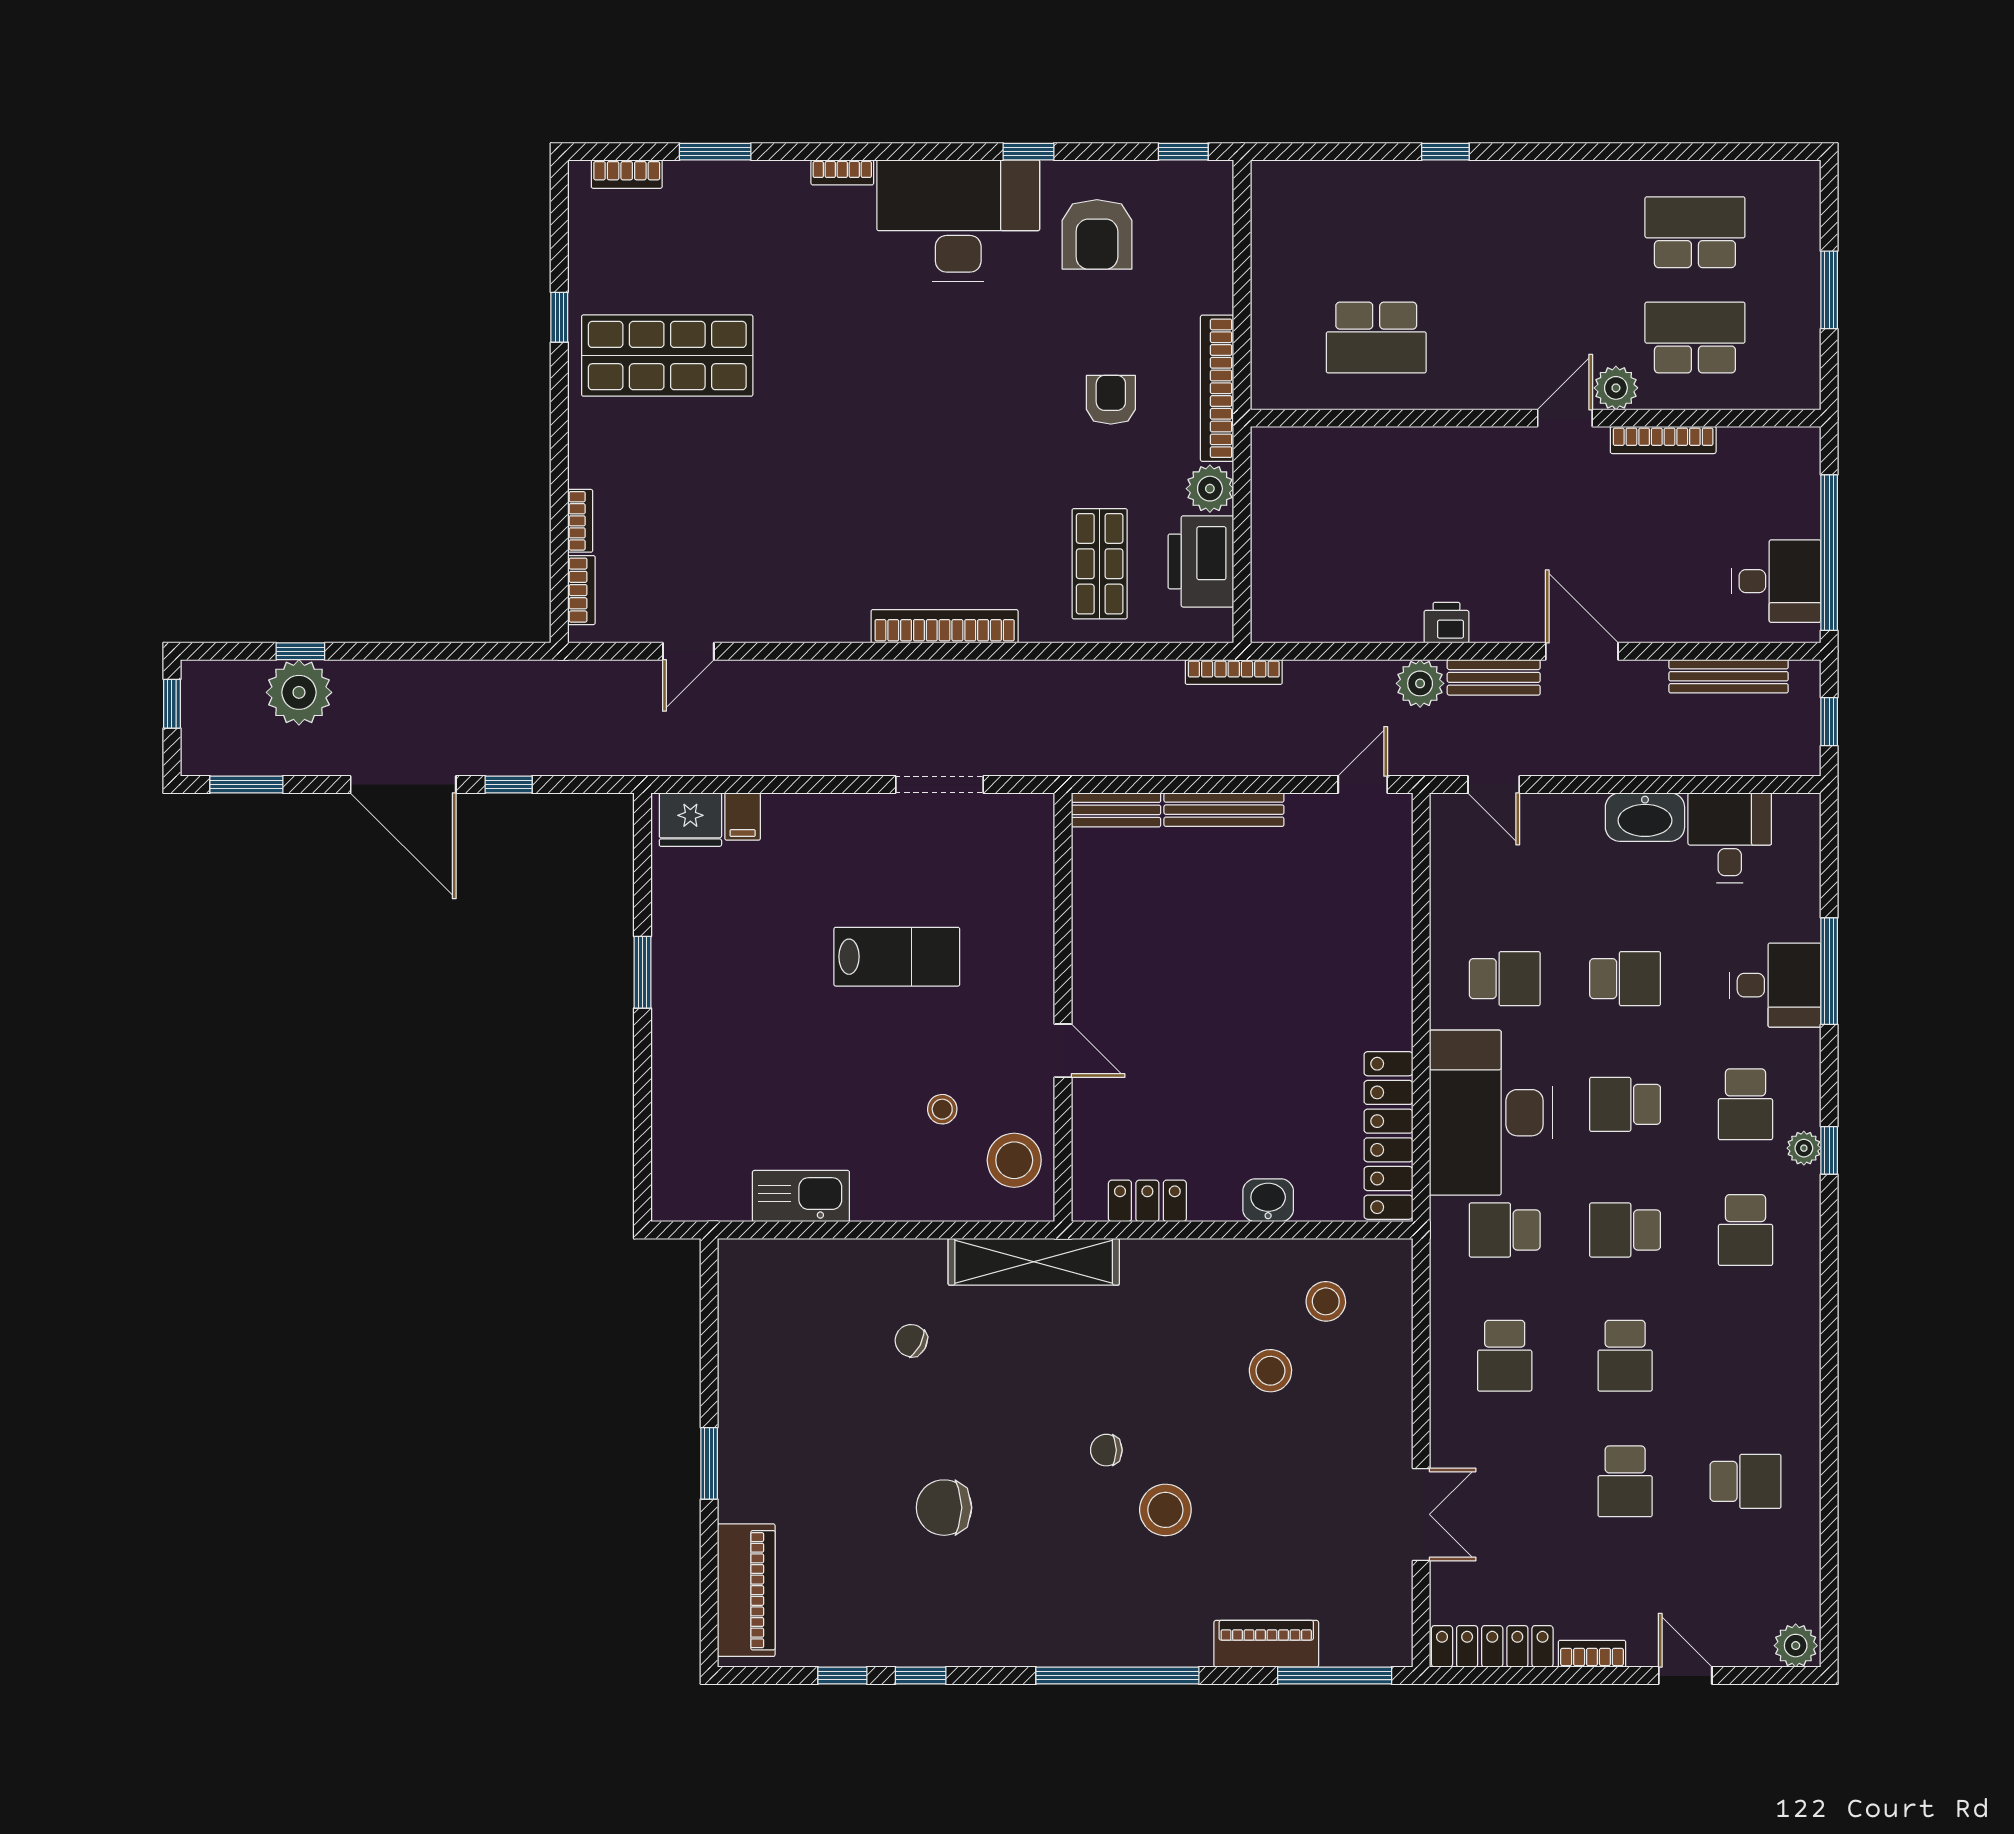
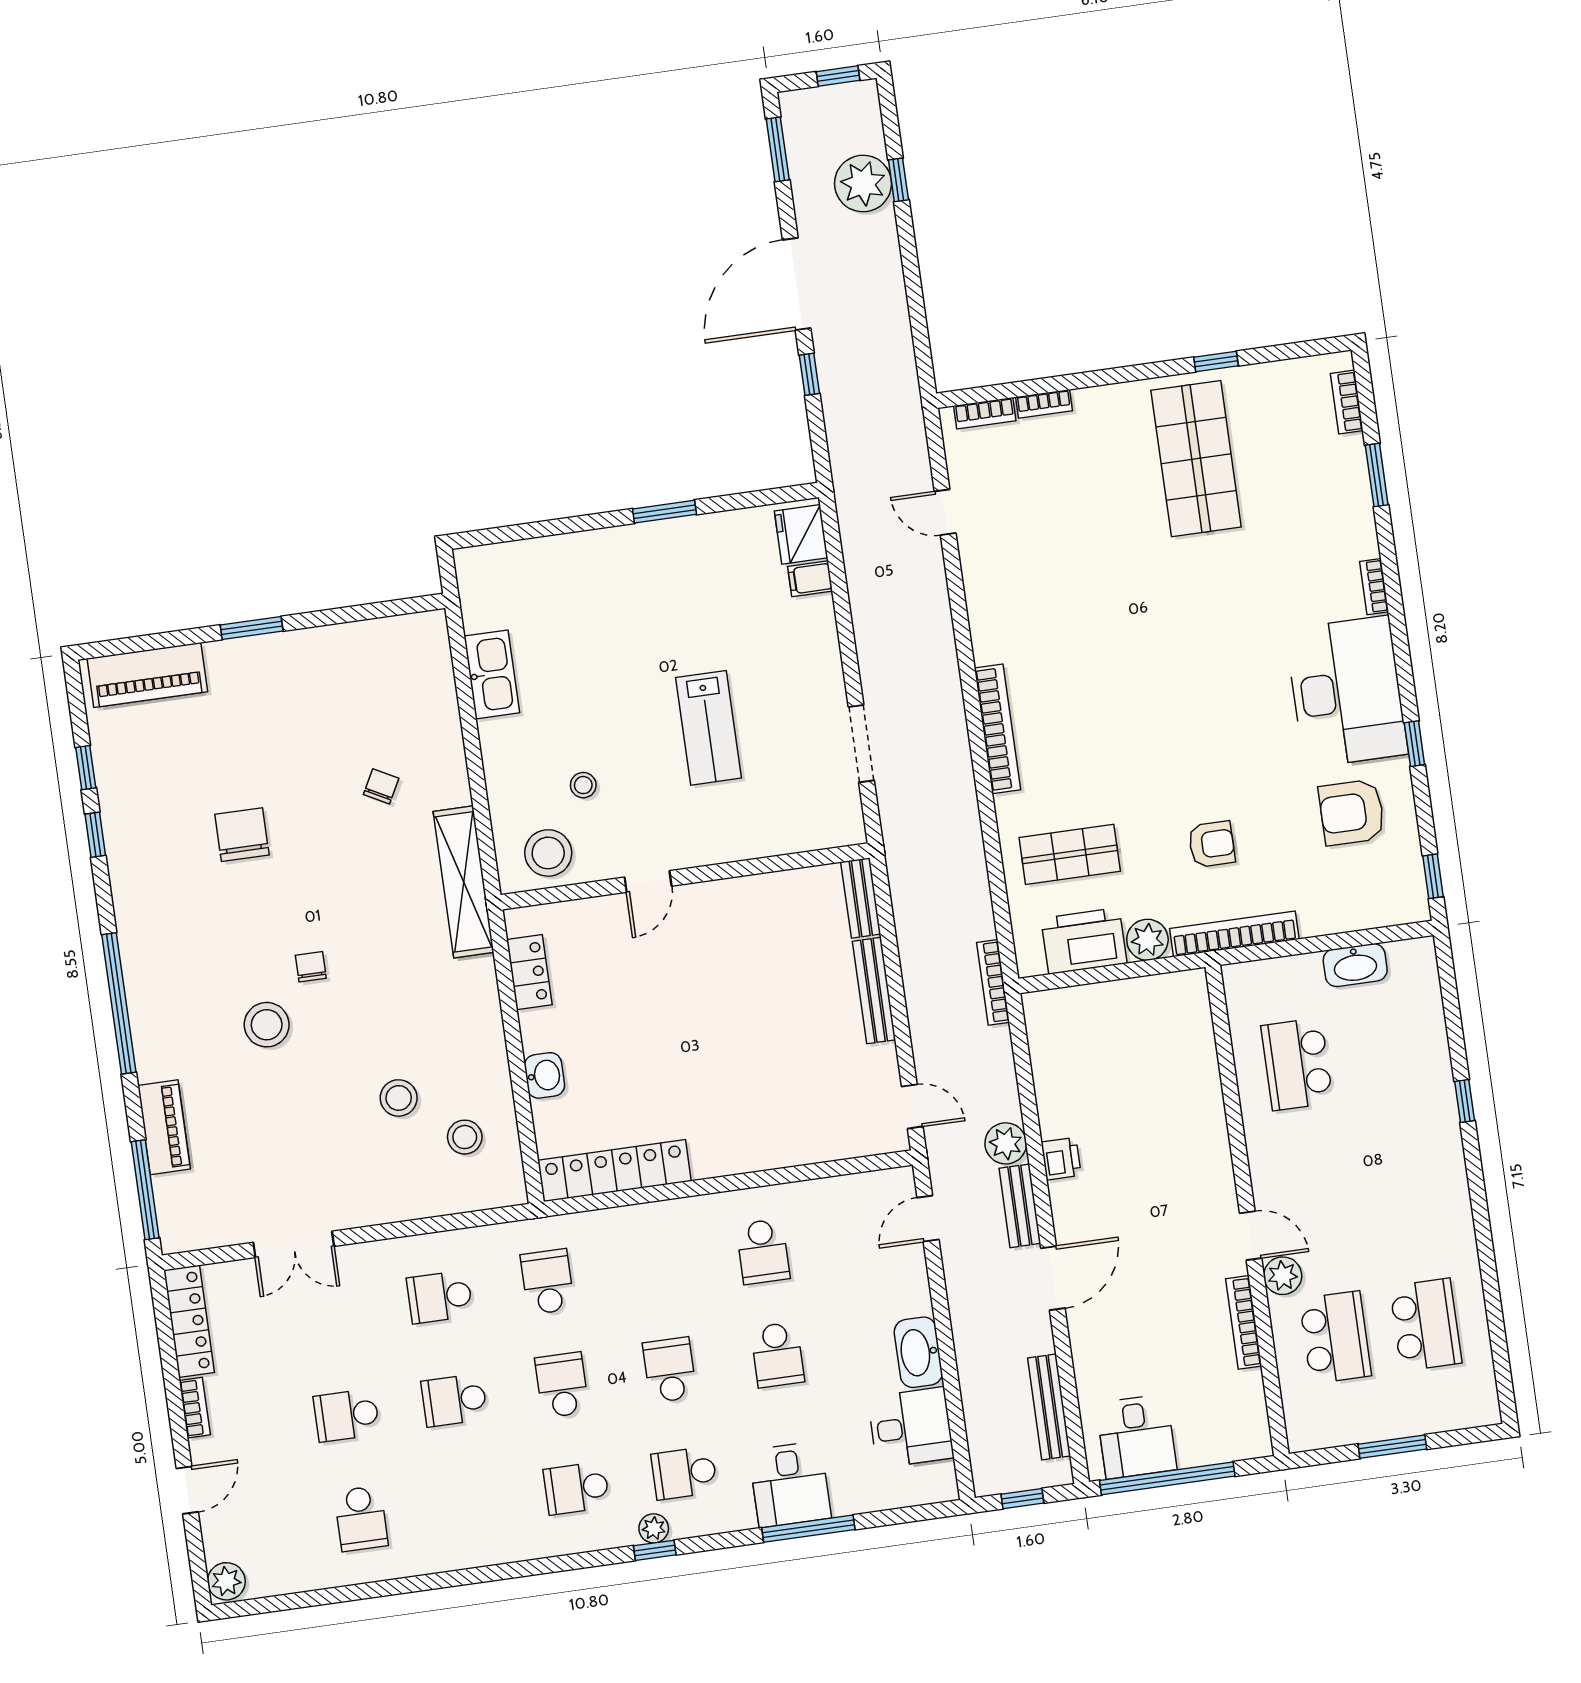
washbasin: (1272, 255) -> (1355, 965), added
desk: (1491, 1113) -> (646, 1256), removed

